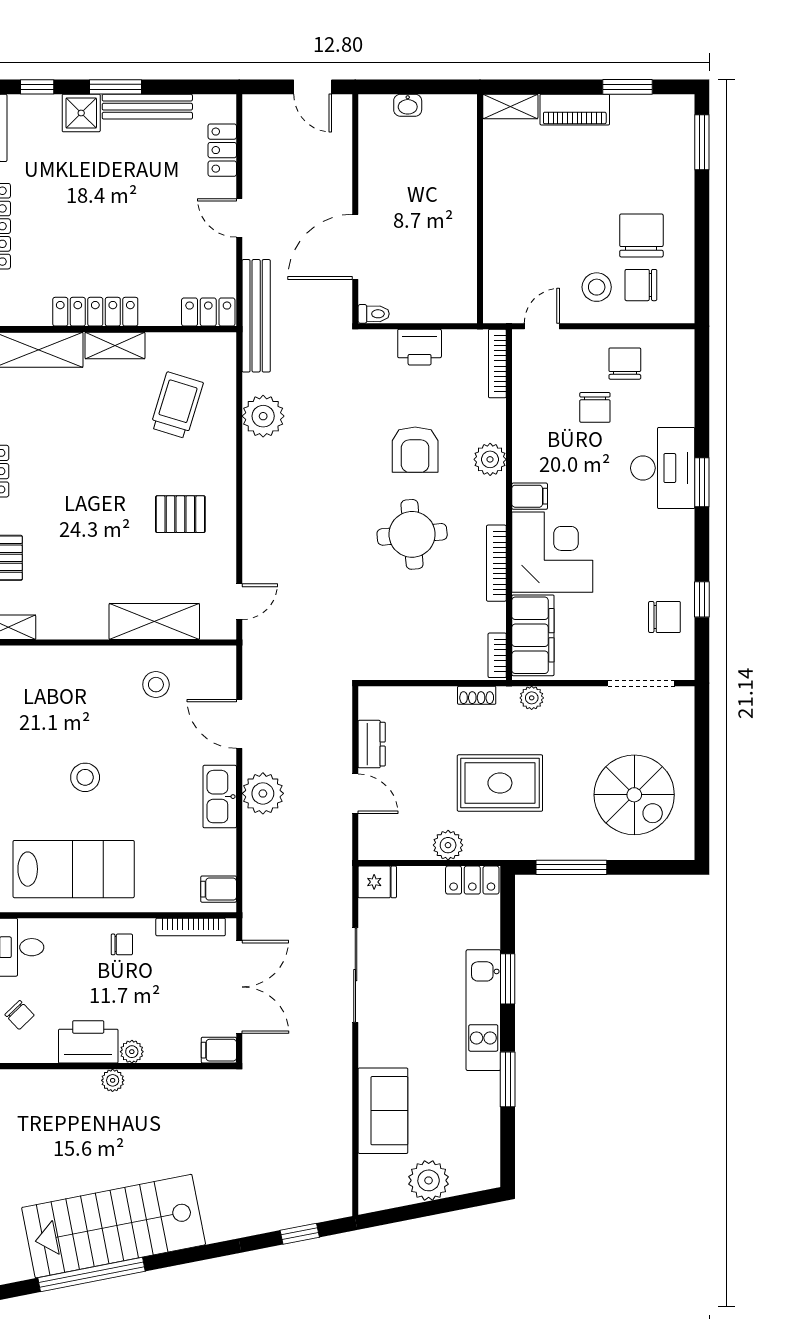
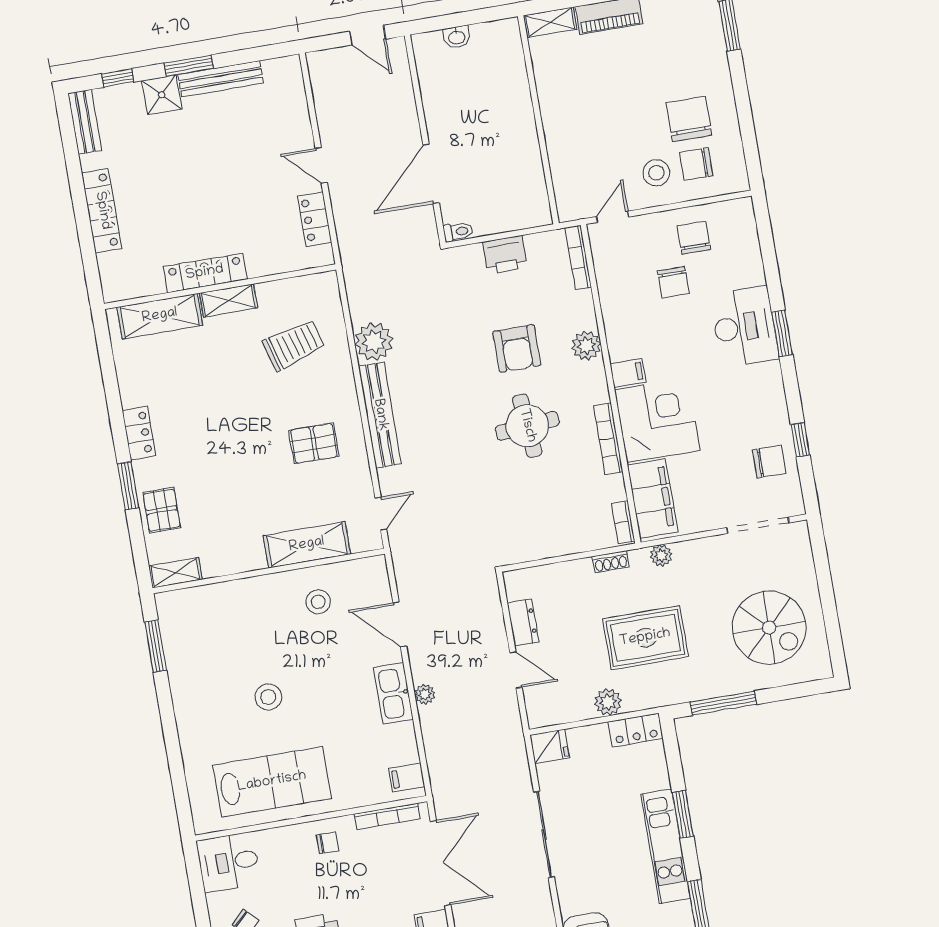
locker: (222, 150) -> (295, 107), removed
locker: (208, 312) -> (315, 219), moved, turned -90
bench: (256, 316) -> (380, 415), moved
trolley: (177, 405) -> (294, 345), turned 57
plant: (263, 793) -> (425, 694), width x0.53, depth x0.53

